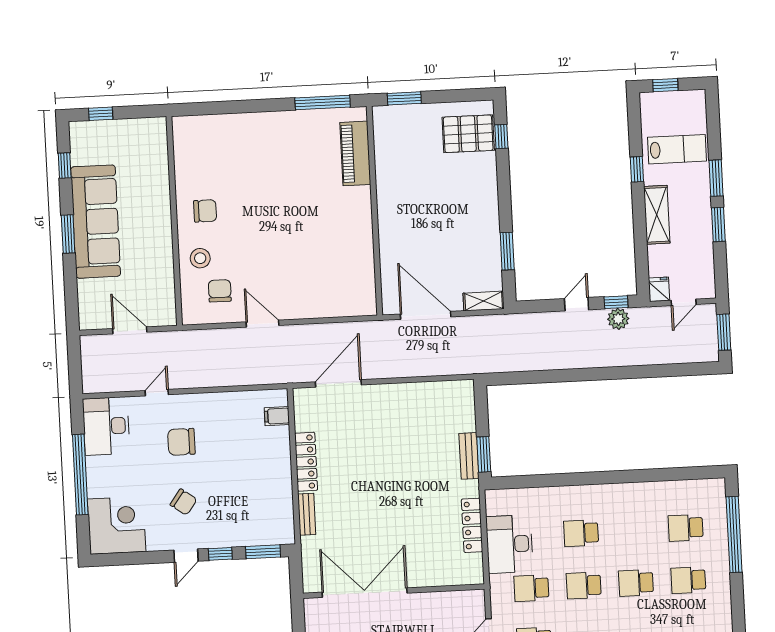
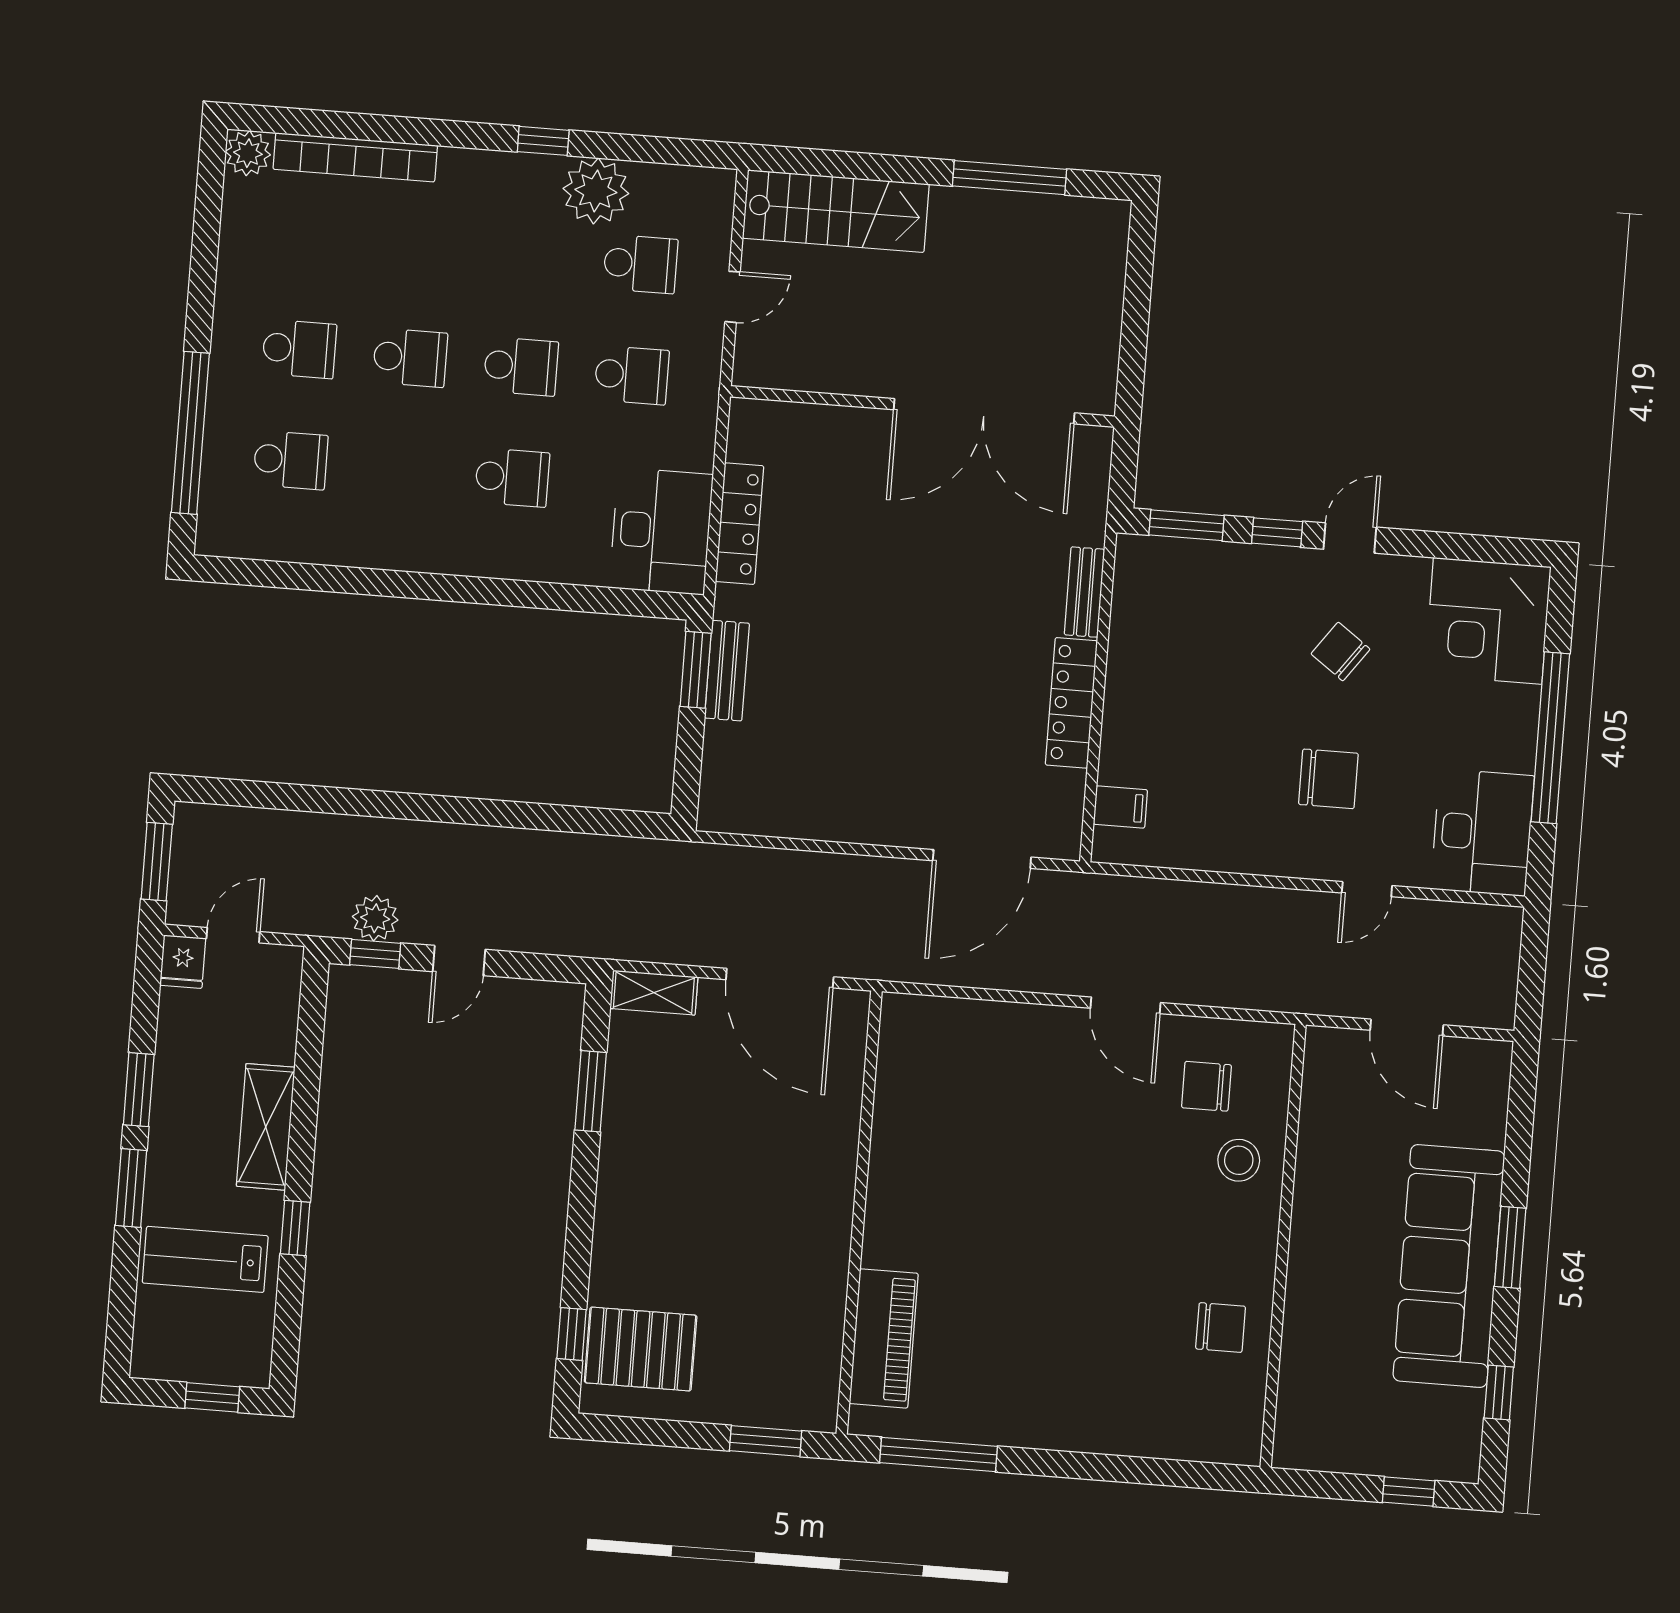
chair: (205, 211) -> (1221, 1328), moved, turned 180
fridge: (659, 289) -> (183, 962), moved
chair: (220, 291) -> (1206, 1086), turned 90
desk: (510, 544) -> (661, 531), moved

